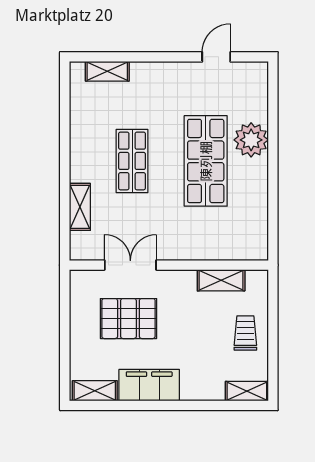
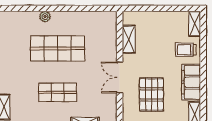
plant: (251, 140) -> (45, 17), width x0.53, depth x0.53
double door: (130, 265) -> (120, 77), moved
trolley: (245, 333) -> (186, 50), moved

